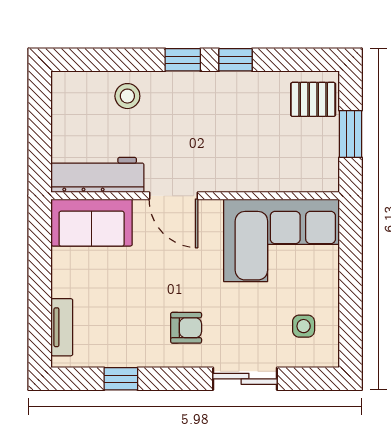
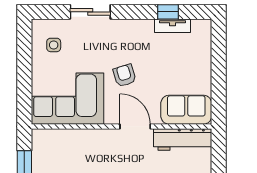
tv unit: (62, 327) -> (172, 26), moved, turned -90
armchair: (186, 328) -> (125, 75), moved, turned 73

